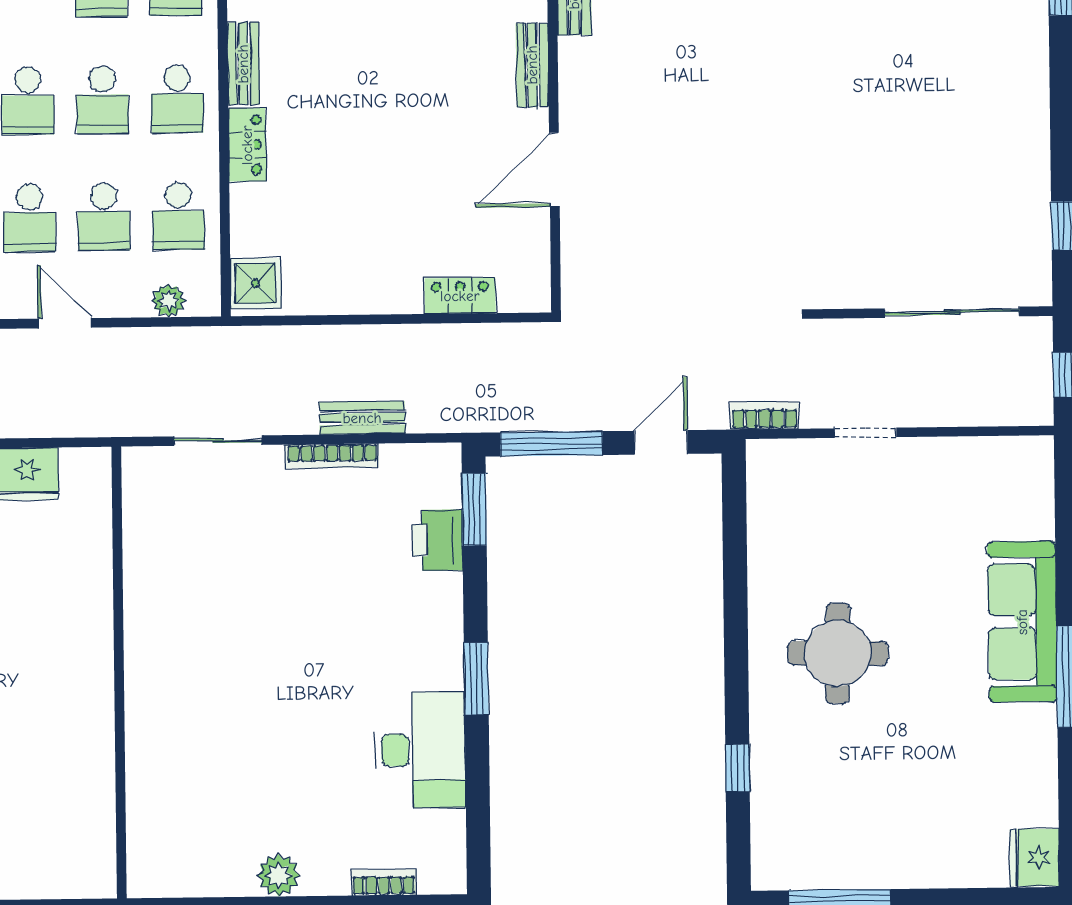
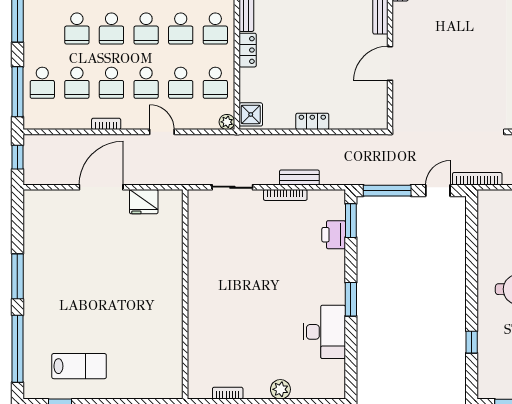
locker: (460, 296) -> (312, 121), moved
plant: (169, 301) -> (227, 122), moved
bookcase: (764, 416) -> (477, 179), width x1.56
plant: (279, 875) -> (280, 389), moved
bookcase: (384, 882) -> (228, 393), moved

